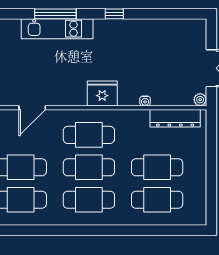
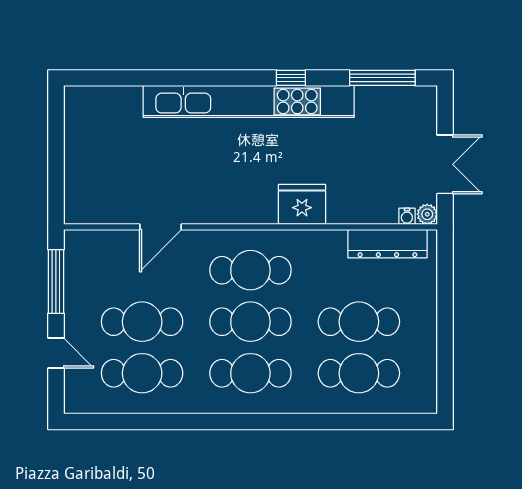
window: (55, 14) -> (382, 78), moved
kitchen unit: (57, 29) -> (249, 101), width x1.86
fridge: (102, 94) -> (302, 204), moved
water cooler: (145, 101) -> (407, 216), moved

